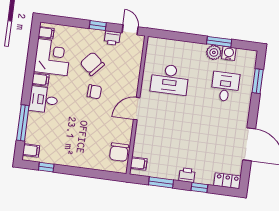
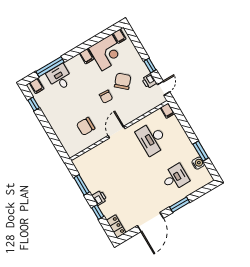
plant: (214, 52) -> (191, 153), removed
window: (258, 81) -> (180, 205), moved
desk: (44, 100) -> (60, 78), moved
door: (137, 109) -> (117, 132), hinge flipped
chair: (119, 152) -> (86, 126), moved
filing cabinet: (139, 164) -> (167, 111), moved

